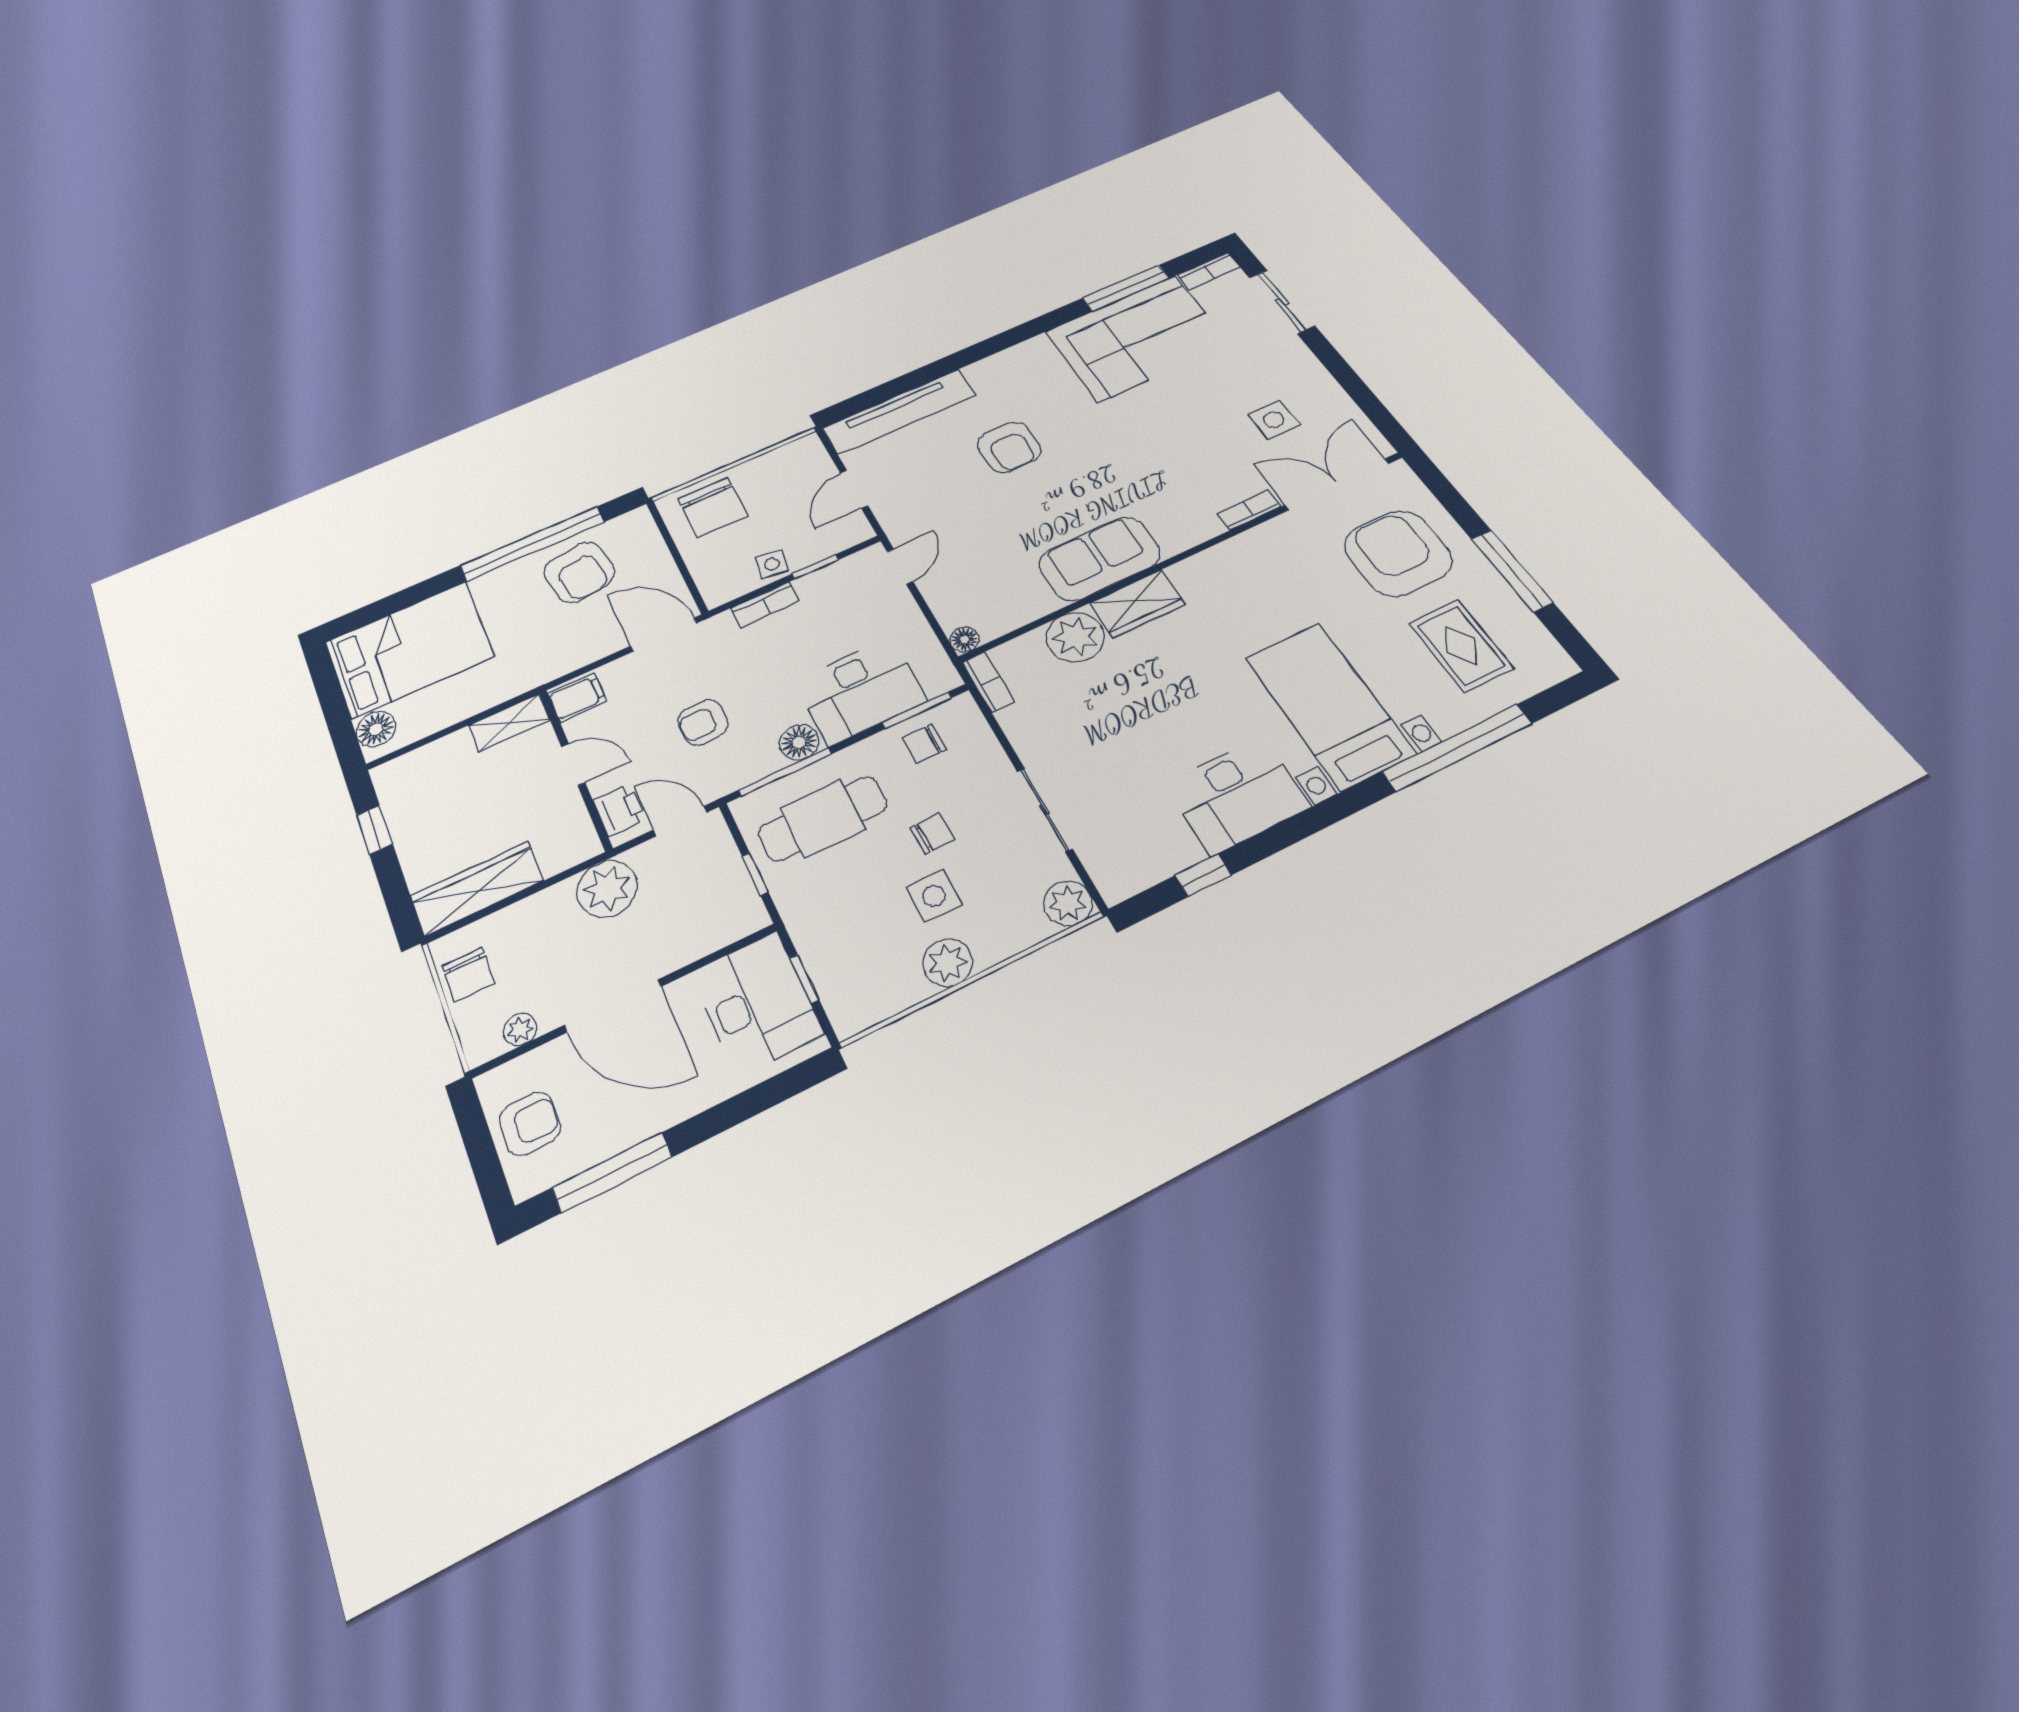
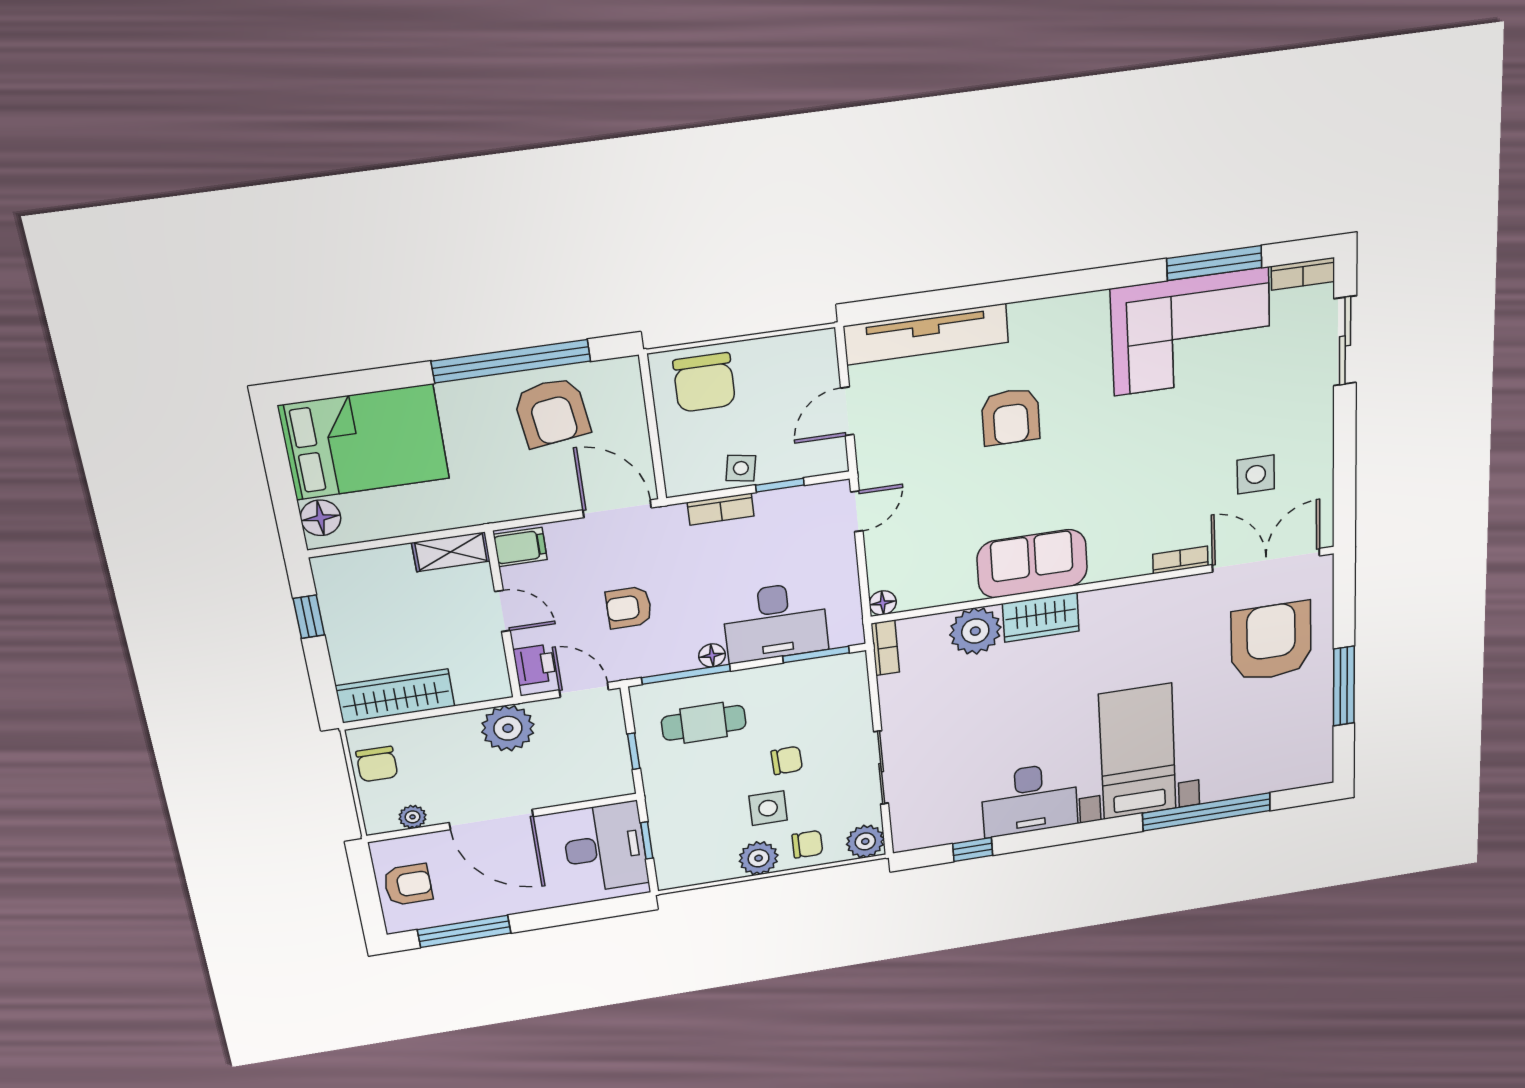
rug: (1461, 645) -> (1263, 735), removed
floor lamp: (799, 742) -> (712, 655), width x0.73, depth x0.73
chair: (924, 744) -> (807, 844), moved, turned 180
cafe table: (823, 818) -> (704, 723), width x0.73, depth x0.74

